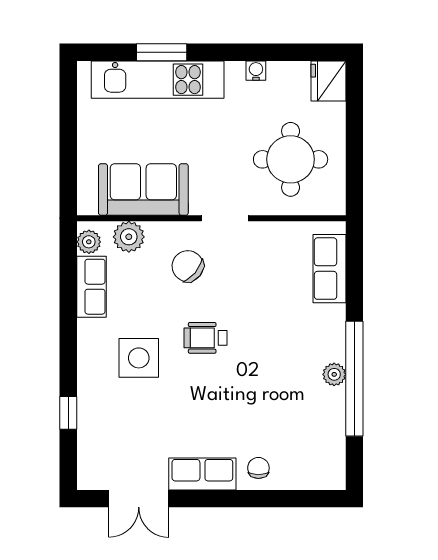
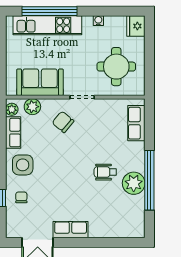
window: (162, 52) -> (49, 11), width x2.11
wheelchair: (206, 338) -> (105, 172), moved
side table: (139, 358) -> (23, 165), moved
plant: (334, 374) -> (134, 183), width x1.88, depth x1.88
chair: (258, 468) -> (21, 197), moved

